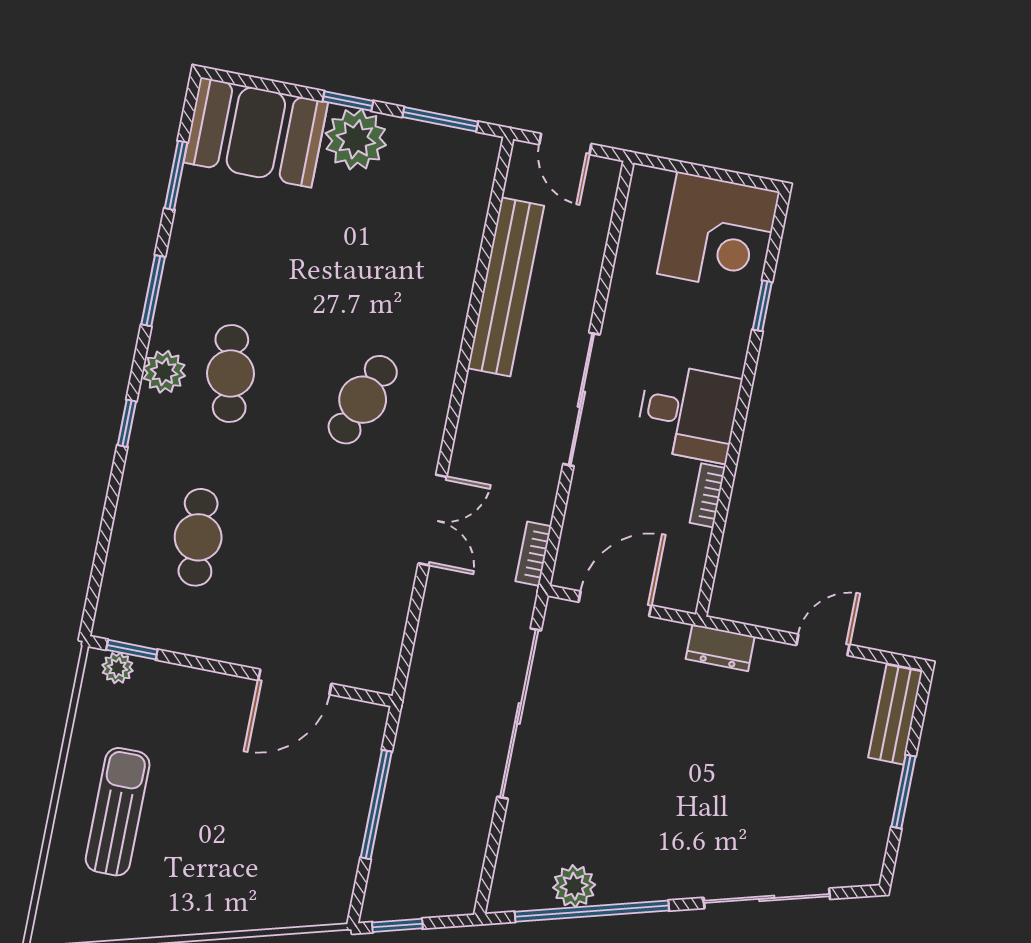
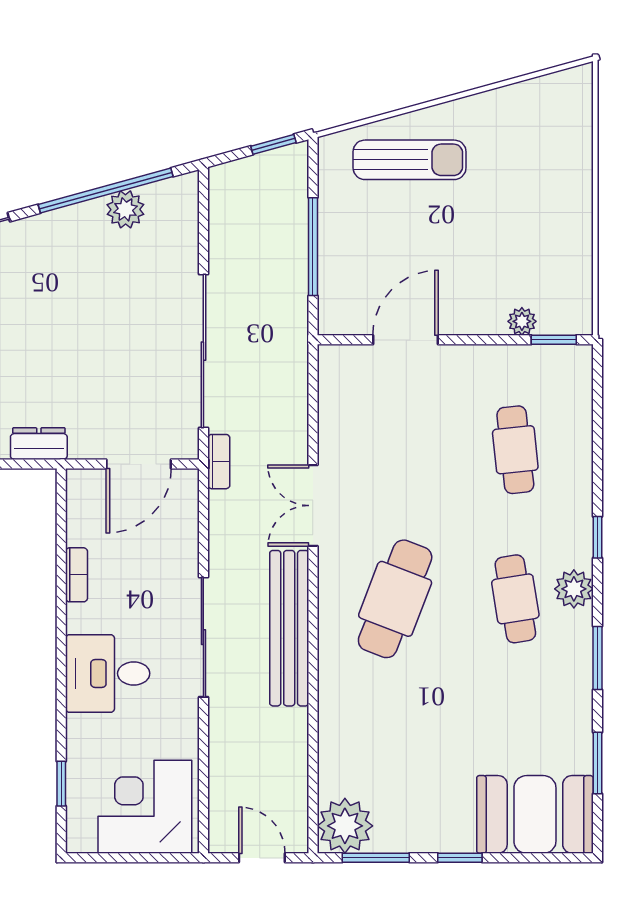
plant: (356, 139) -> (345, 826), moved
corner desk: (718, 233) -> (145, 807), moved
bench: (506, 287) -> (289, 628), moved
window: (762, 306) -> (61, 784), moved
cafe table: (363, 400) -> (395, 599), width x1.37, depth x1.35
desk: (688, 413) -> (108, 673), moved
bookcase: (533, 554) -> (219, 462), moved
plant: (118, 668) -> (522, 321), moved
sun lounger: (118, 812) -> (410, 160), moved, turned -90

